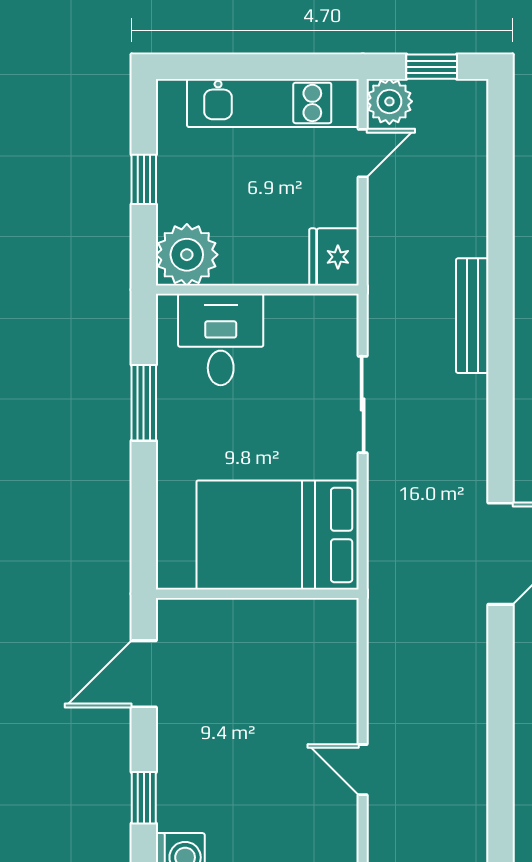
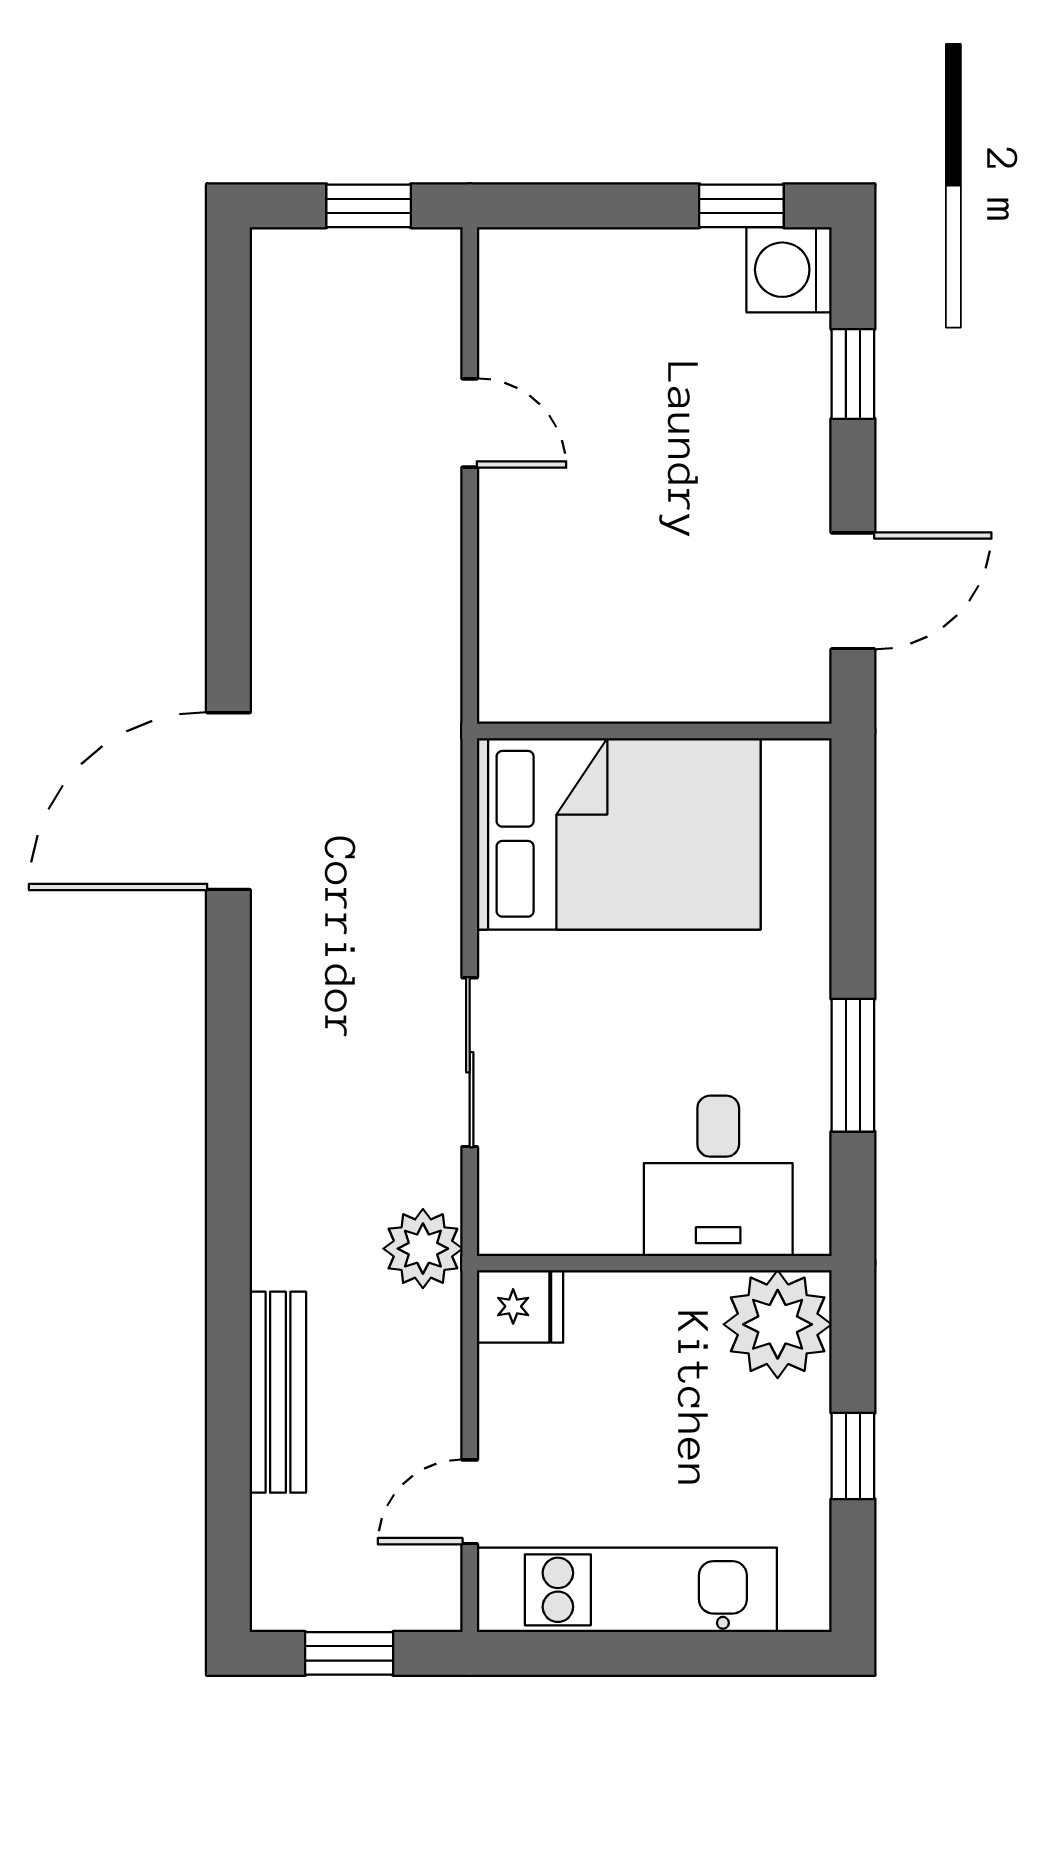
plant: (389, 101) -> (423, 1249), moved
fridge: (334, 257) -> (520, 1306), width x0.72
bench: (472, 316) -> (278, 1392), moved

